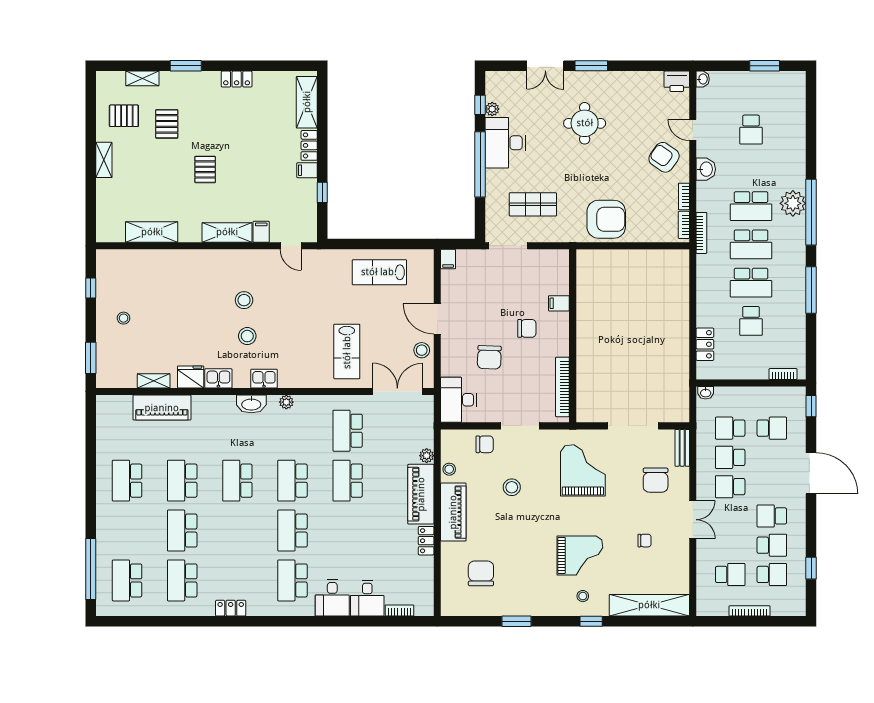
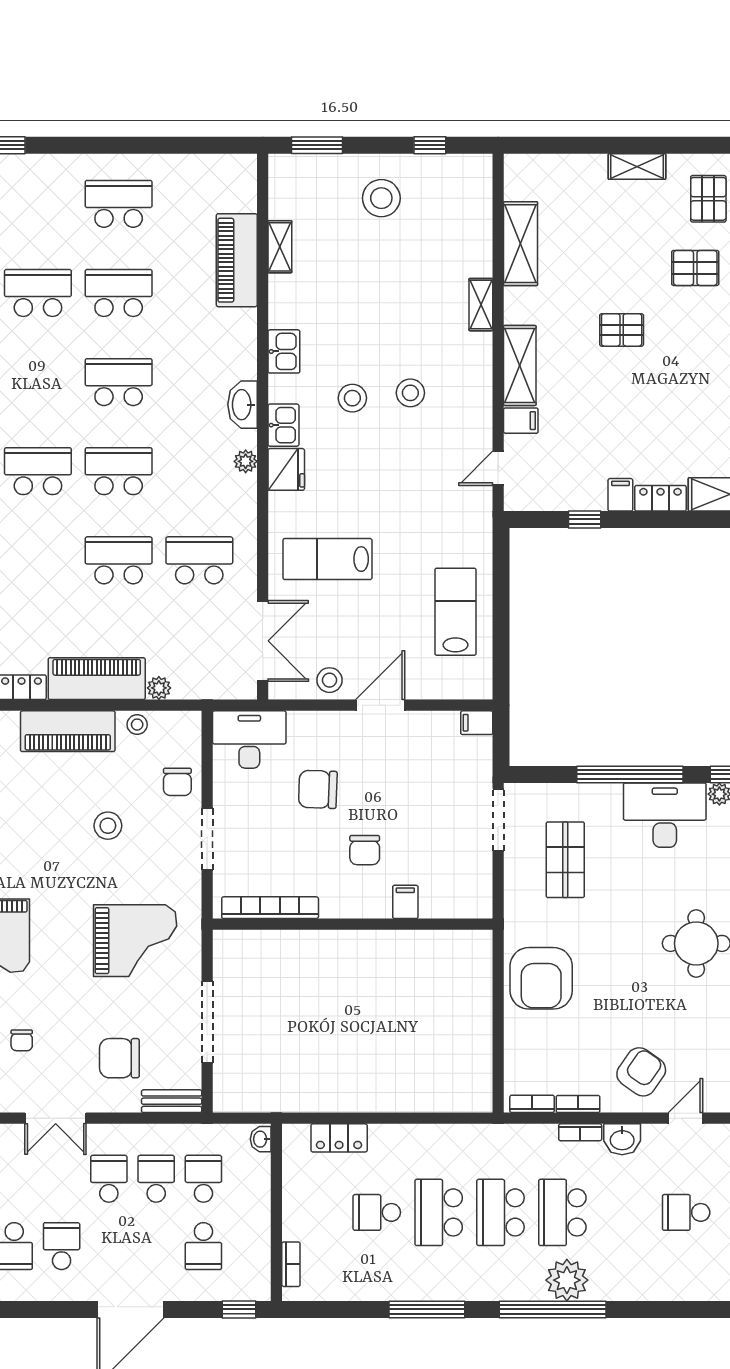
bookcase: (701, 233) -> (580, 1132), moved, width x0.64
shelving: (189, 257) -> (481, 305), added
stool: (124, 318) -> (381, 198), width x1.89, depth x1.89
fridge: (191, 377) -> (286, 469), moved

